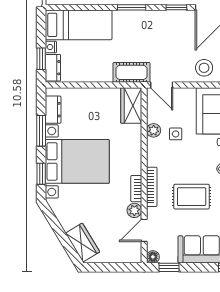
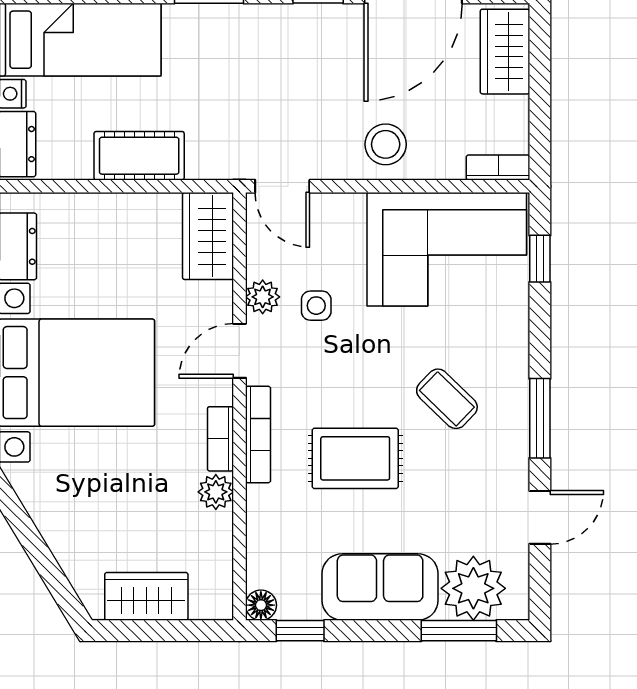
cot: (132, 72) -> (139, 156), moved
door: (144, 230) -> (239, 351), moved
wardrobe: (83, 243) -> (146, 596), moved, turned -59

